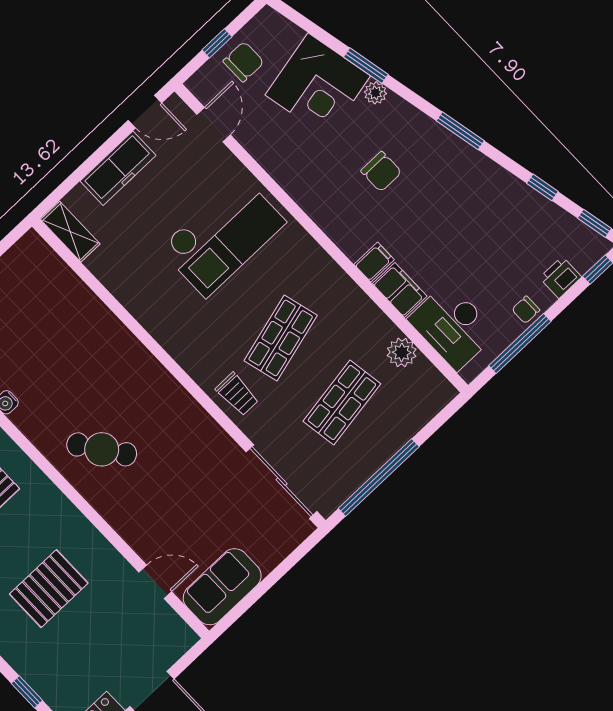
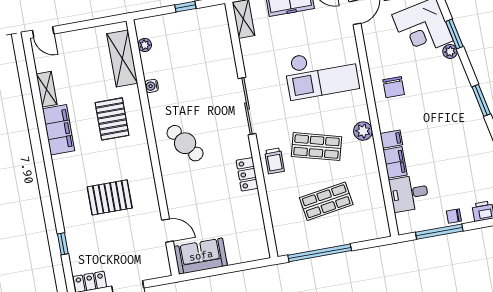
chair: (381, 172) -> (394, 87), moved
desk: (453, 326) -> (409, 193), width x0.73
shop shelf: (281, 338) -> (316, 147), turned 30
plant: (402, 352) -> (363, 131), moved
locker: (212, 436) -> (247, 174), added
sliding door: (282, 482) -> (247, 106), moved

